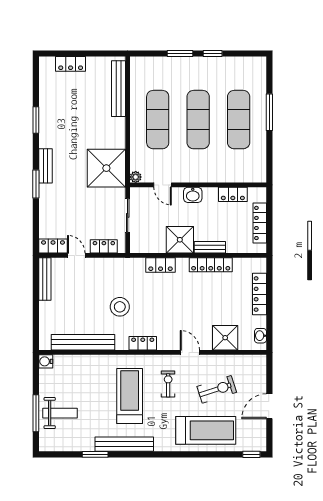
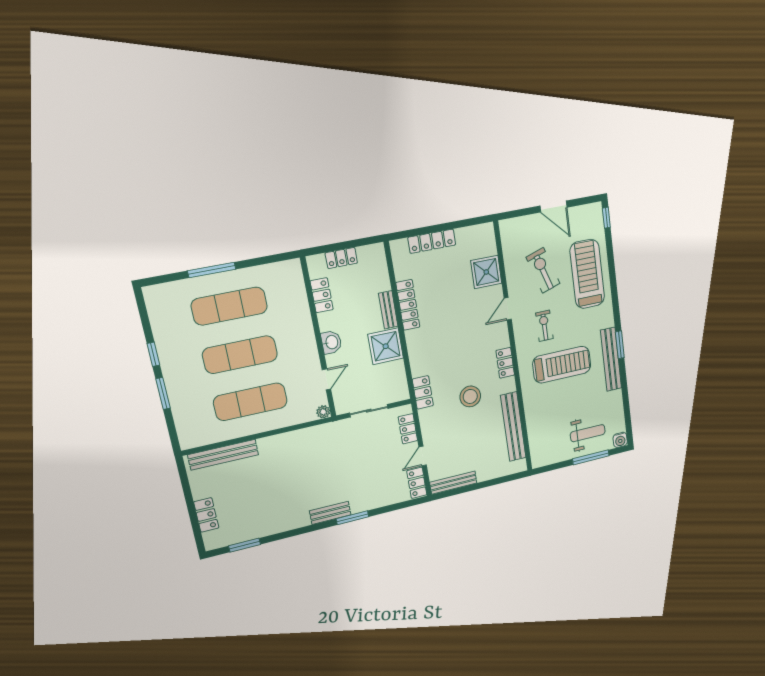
window: (36, 120) -> (245, 545), moved
shower: (106, 168) -> (320, 447), removed
locker: (260, 223) -> (341, 258), width x0.66
locker: (161, 265) -> (423, 392), moved
washbasin: (260, 336) -> (478, 231), removed
water cooler: (46, 361) -> (620, 440), moved
exercise bike: (168, 384) -> (544, 326), turned 90
treadmill: (130, 396) -> (562, 365), turned 180
weight bench: (60, 413) -> (588, 433), turned 90
window: (95, 454) -> (620, 345), moved

